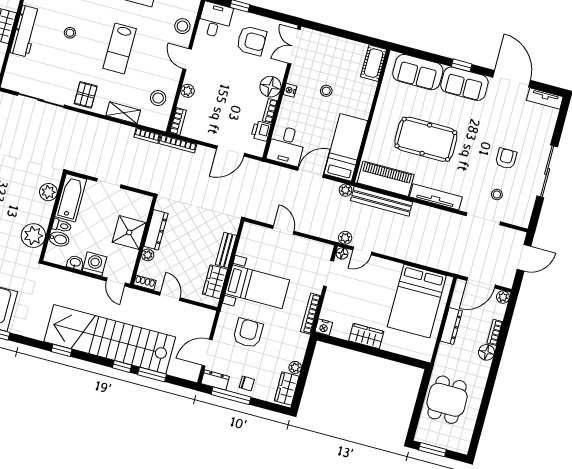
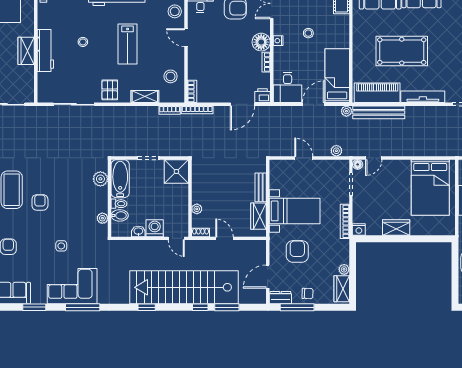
plant: (187, 91) -> (193, 64), removed
printer: (261, 131) -> (262, 96), moved, turned 90
dresser: (156, 230) -> (198, 186), removed
shower: (129, 232) -> (176, 171), moved
plant: (33, 236) -> (102, 218), width x0.53, depth x0.53
plant: (345, 238) -> (336, 151), moved

